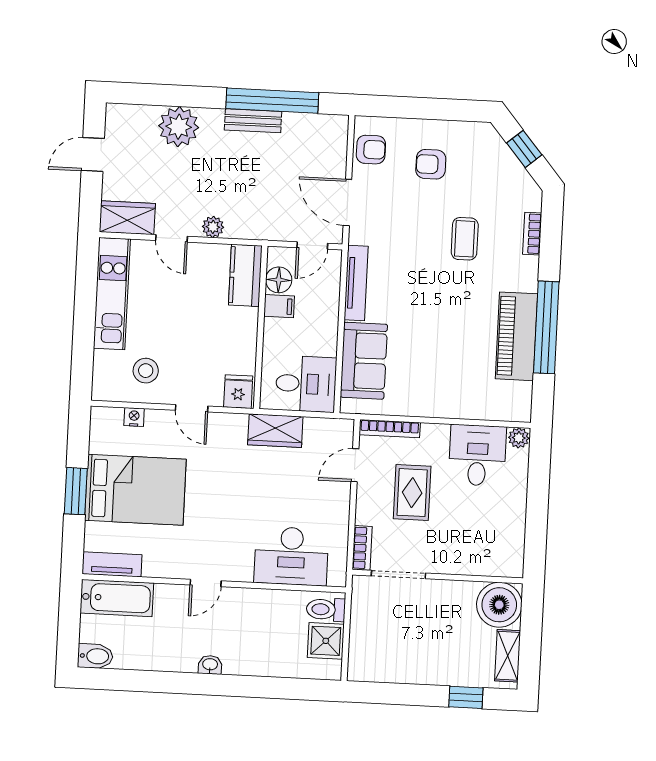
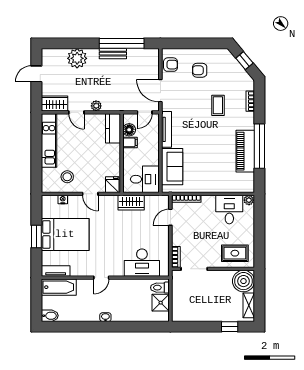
rug: (412, 493) -> (235, 253), moved, turned 90

